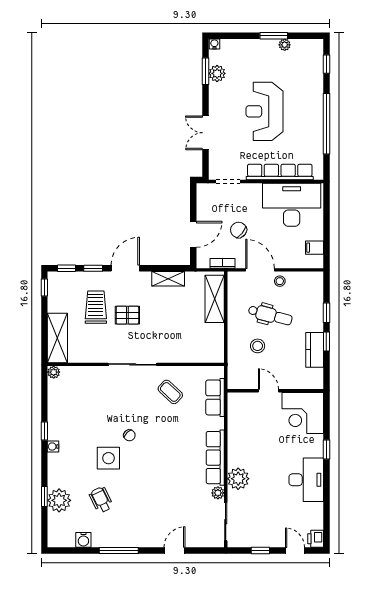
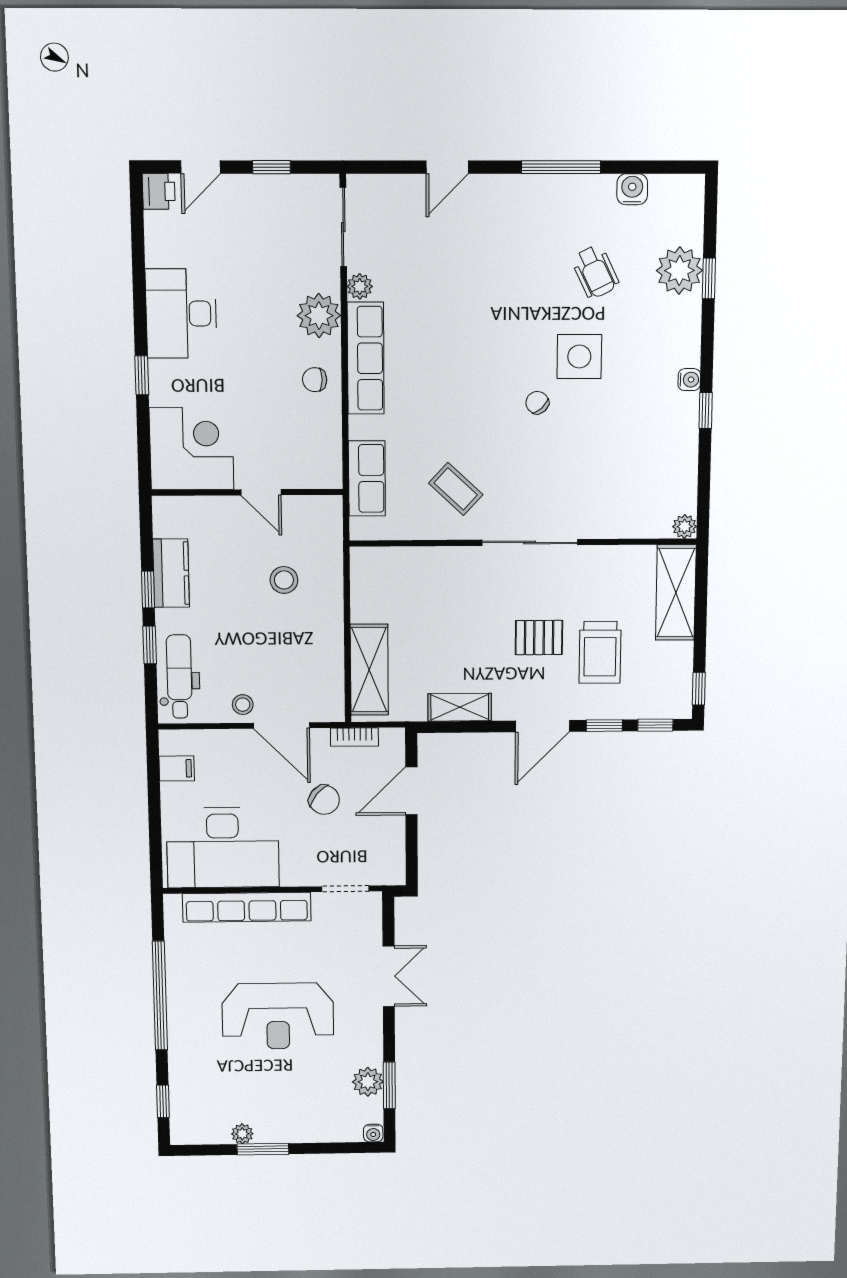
reception desk: (264, 111) -> (278, 1016), turned 90
dental chair: (270, 315) -> (179, 677), moved, turned 75
chair: (241, 447) -> (315, 380), added
door: (295, 550) -> (201, 167), hinge flipped

